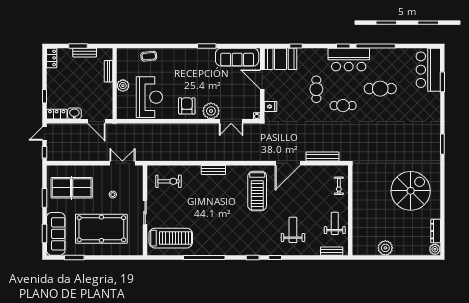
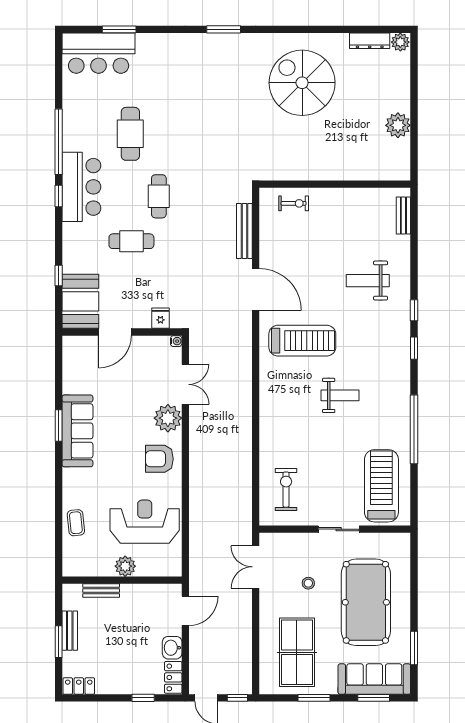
sofa: (237, 57) -> (77, 431), moved
bench: (213, 170) -> (267, 414), removed
weight bench: (335, 223) -> (340, 395), moved, turned 180

